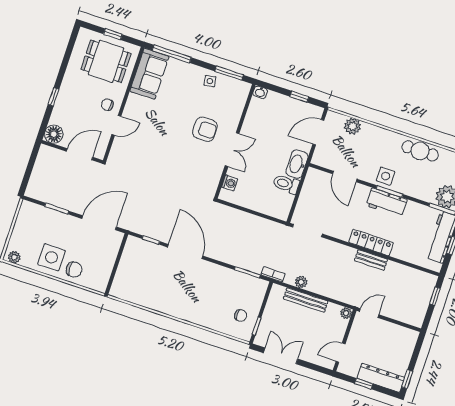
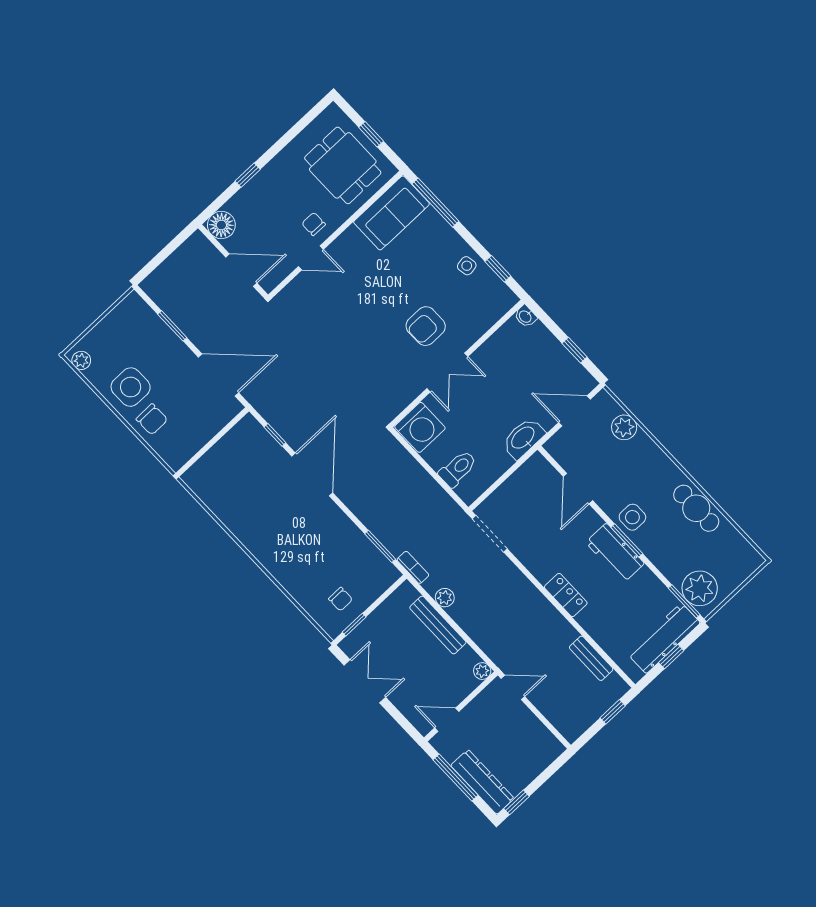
window: (229, 73) -> (498, 269), width x0.67
armchair: (205, 129) -> (426, 326), turned 90
washing machine: (230, 183) -> (420, 427), width x1.89, depth x1.89
toilet: (286, 184) -> (458, 469), moved, turned 90
locker: (371, 242) -> (566, 595), width x0.66
bench: (371, 260) -> (591, 658), moved
window: (364, 384) -> (456, 777), width x2.17

